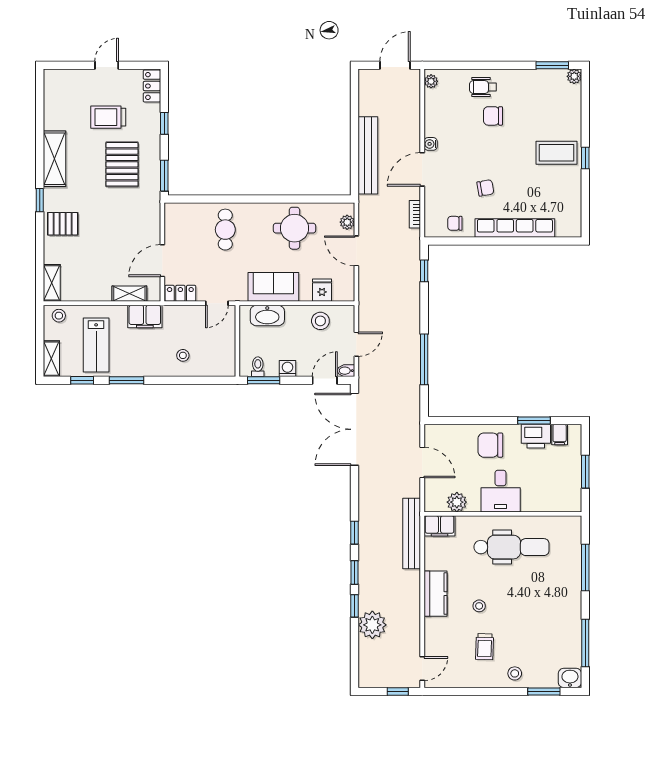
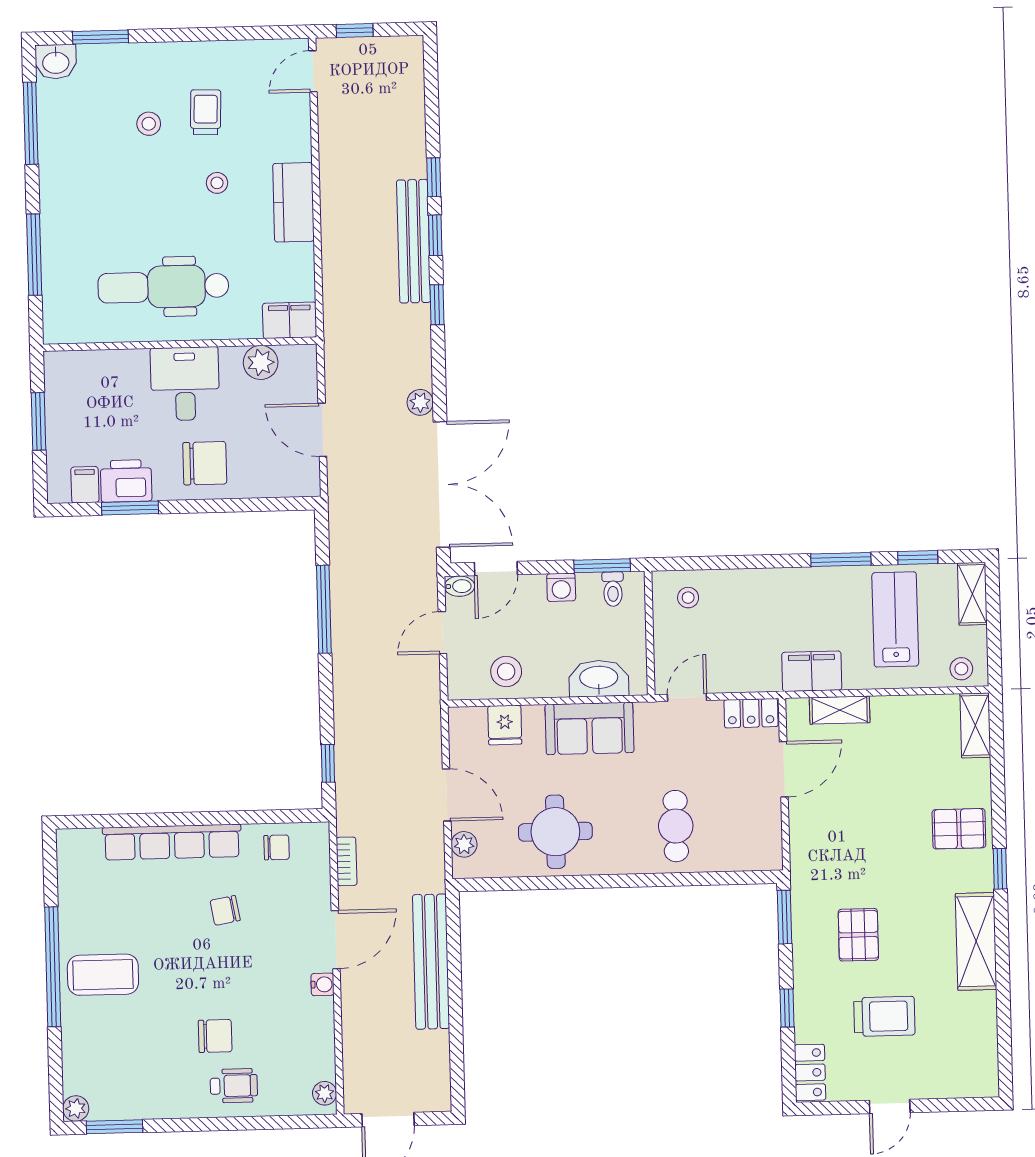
window: (585, 158) -> (53, 967), width x3.17
pallet: (122, 164) -> (858, 935), width x0.67, depth x0.71
stool: (183, 355) -> (688, 598), moved
bench: (412, 534) -> (414, 241), moved
plant: (372, 625) -> (420, 402), moved, width x0.53, depth x0.53
stool: (515, 673) -> (149, 124), moved

